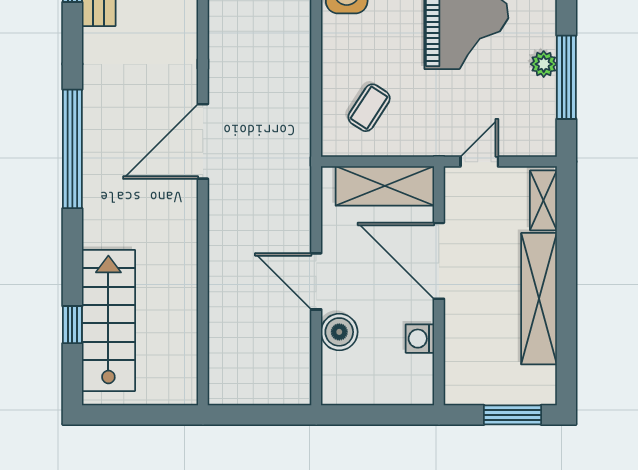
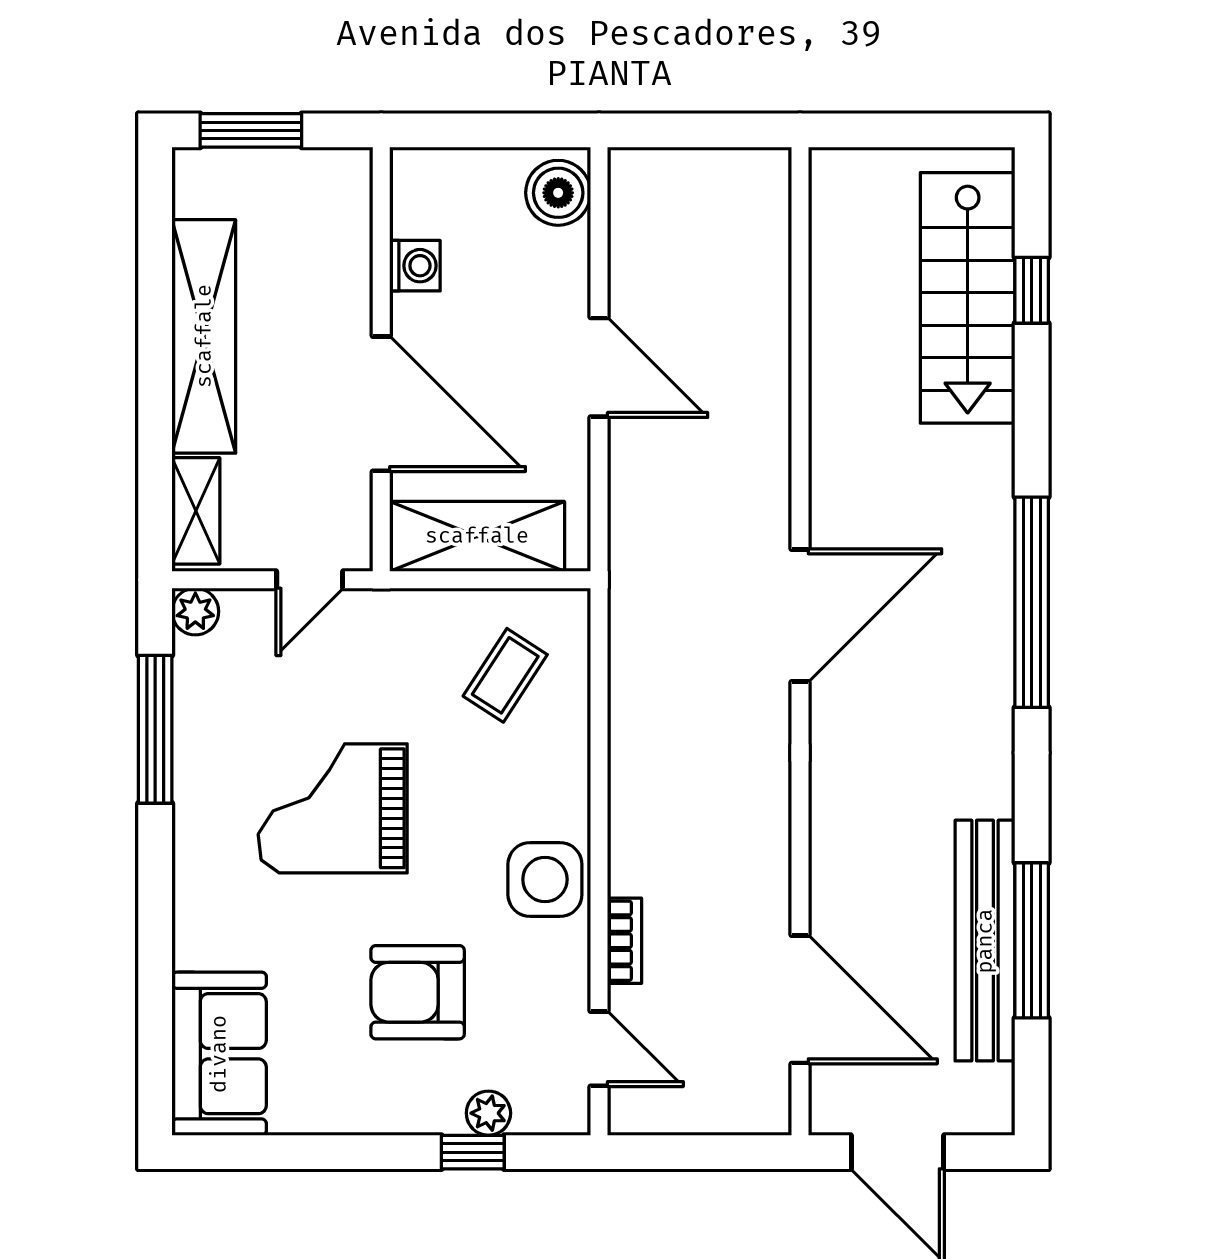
plant: (544, 64) -> (195, 612), moved
boiler: (339, 332) -> (558, 193), moved

